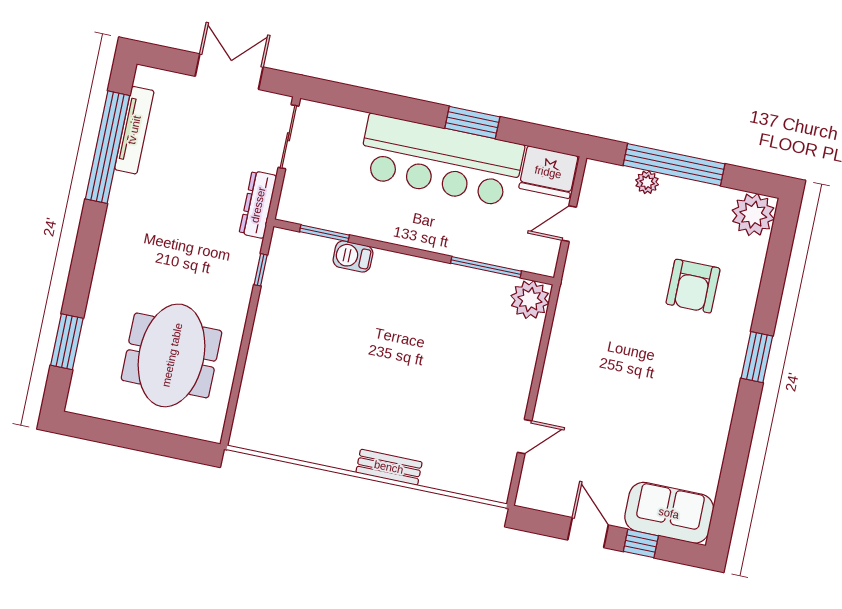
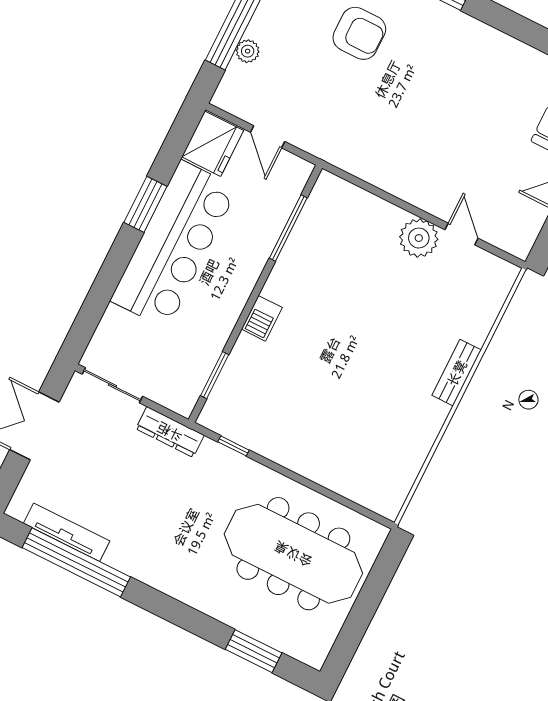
barbecue: (353, 256) -> (262, 318), moved
plant: (530, 300) -> (419, 238), moved
meeting table: (172, 355) -> (293, 554), width x1.36

